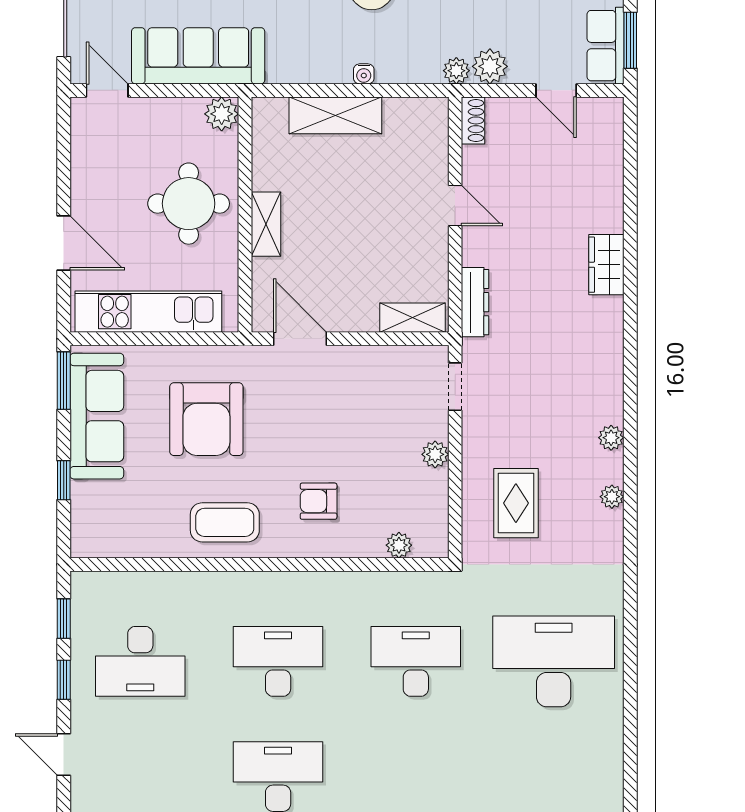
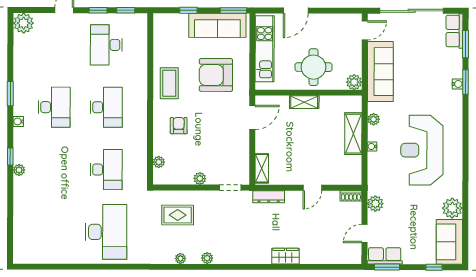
plant: (456, 71) -> (374, 119), moved

